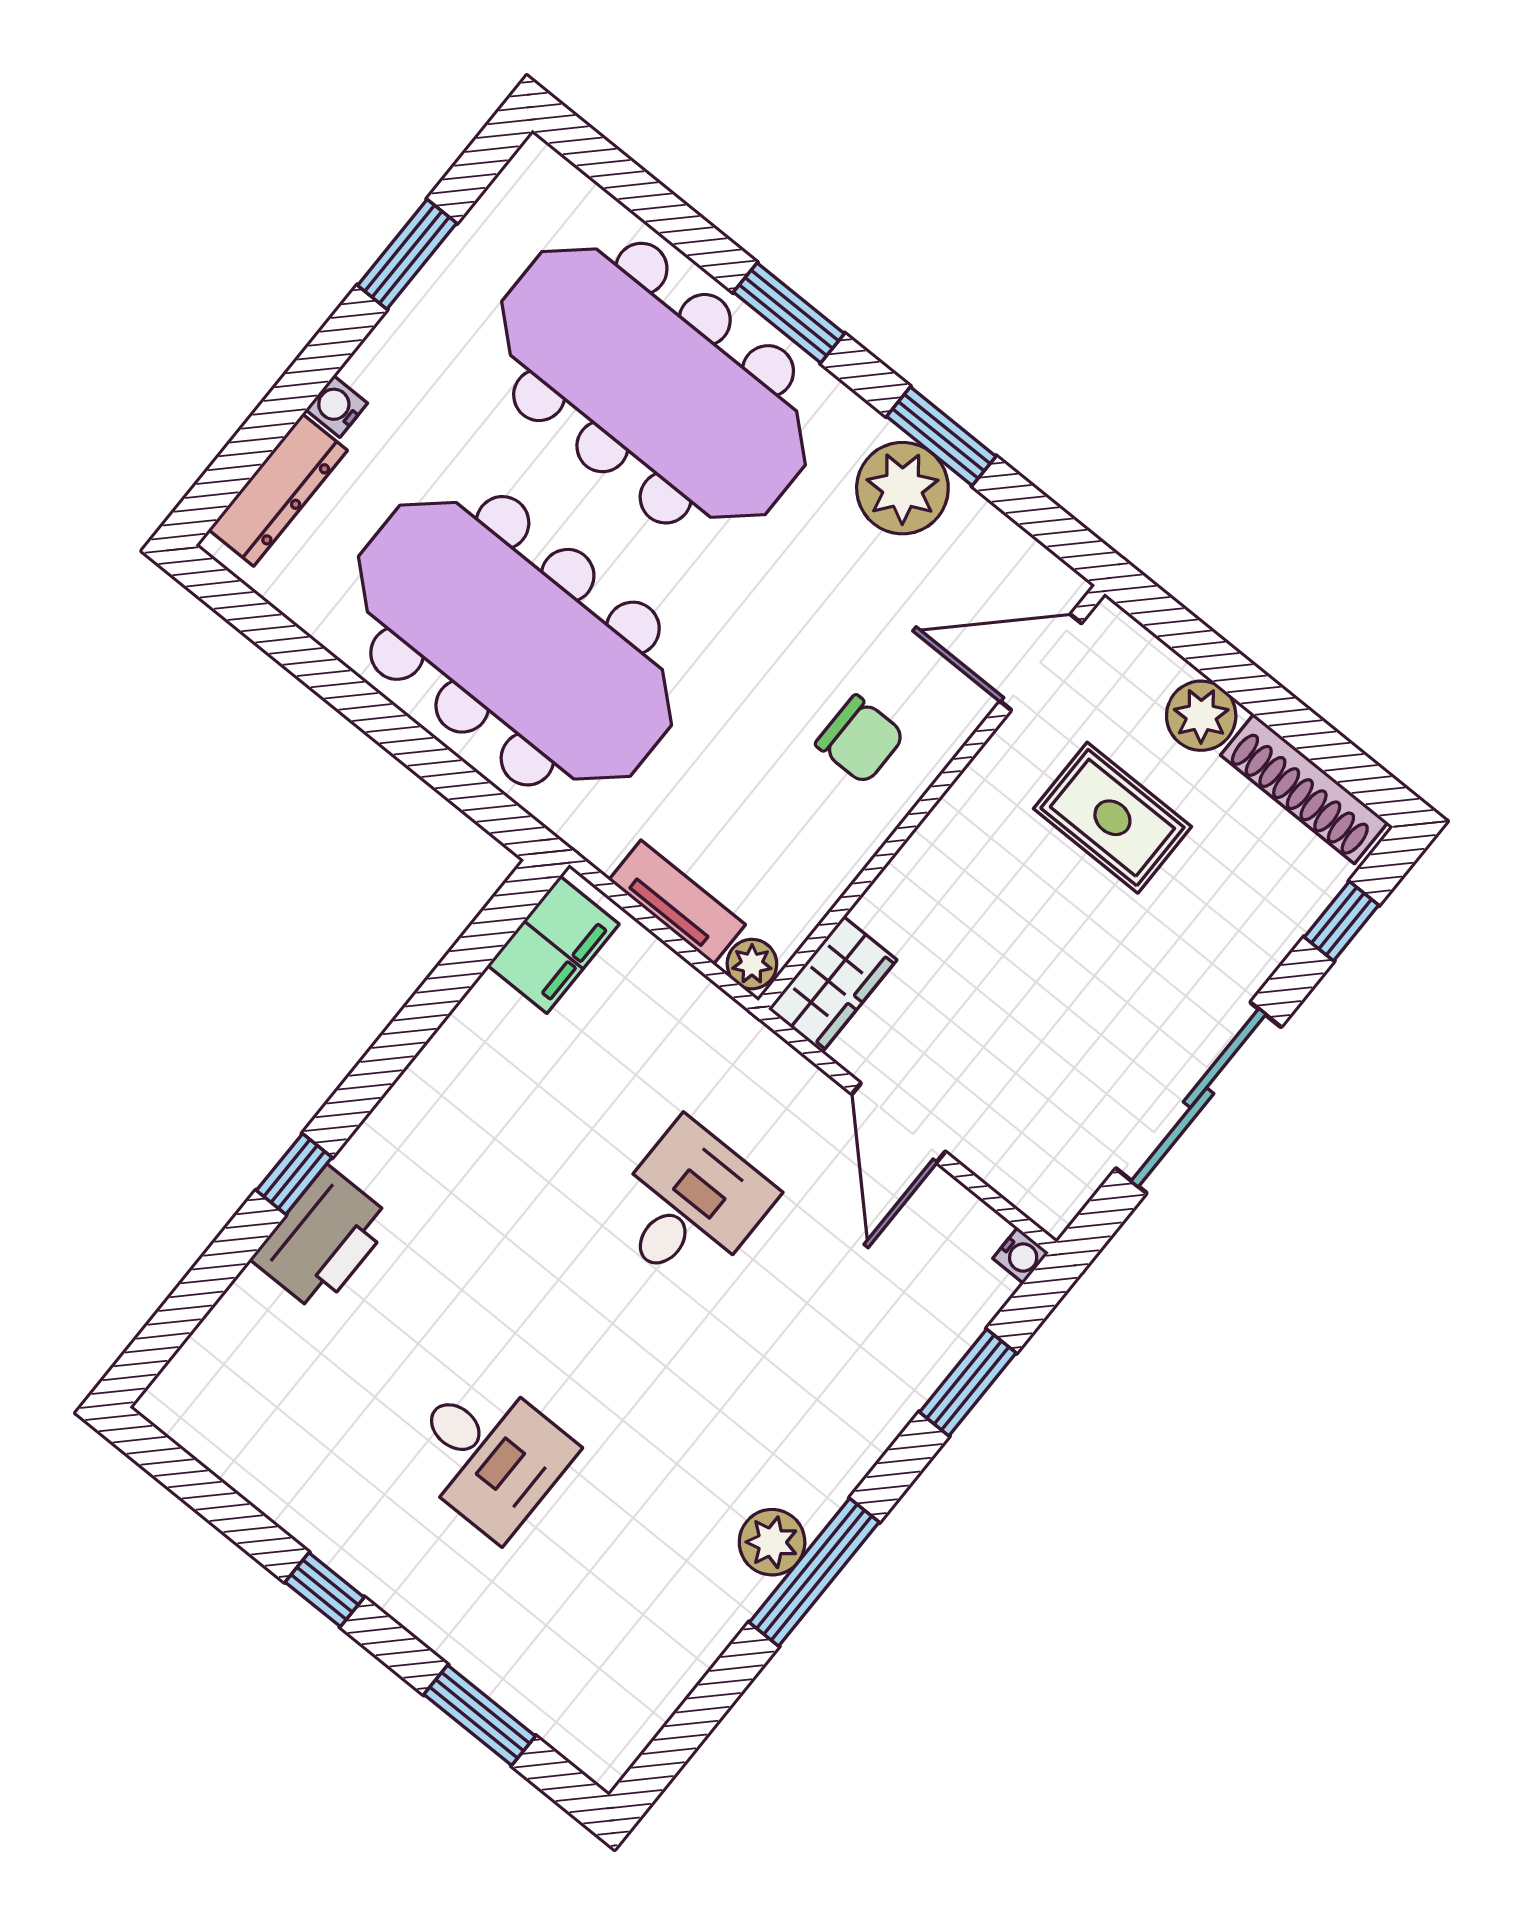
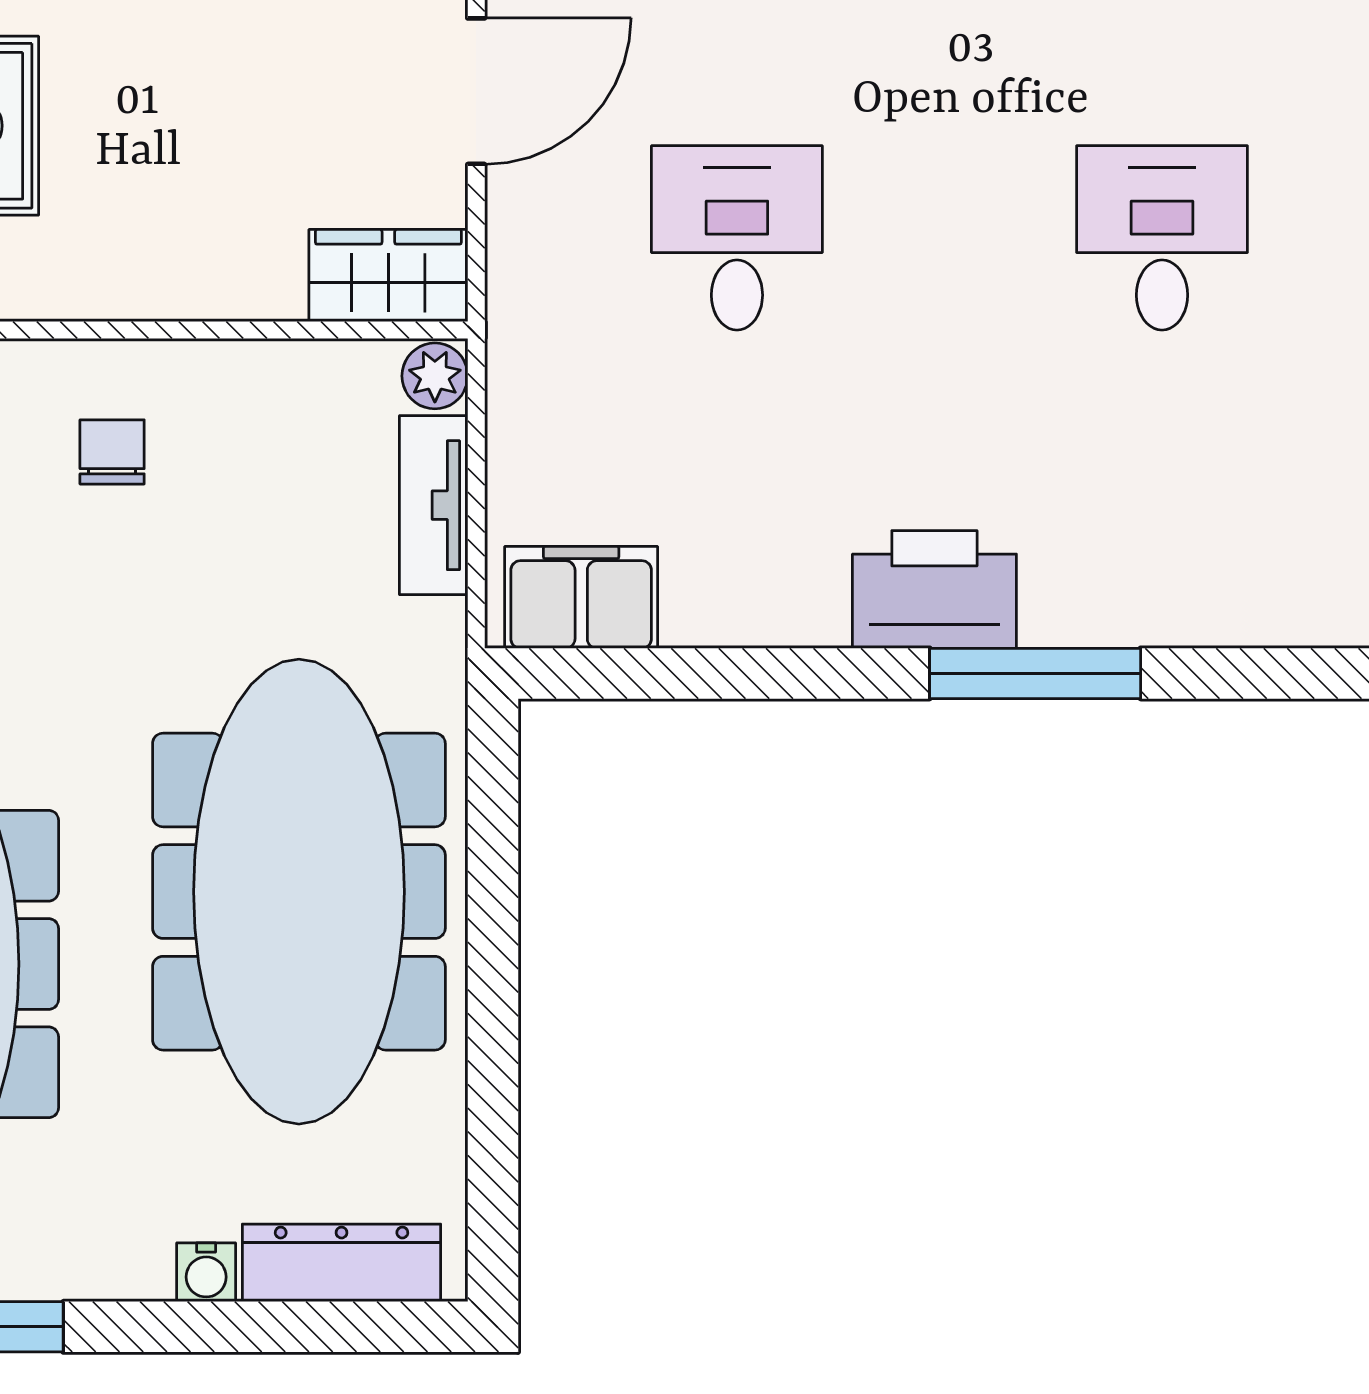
chair: (860, 739) -> (112, 452), width x0.73, depth x0.73
window: (294, 1174) -> (1035, 673), width x2.17
desk: (690, 1206) -> (737, 238), turned 90
printer: (323, 1239) -> (934, 589), moved

